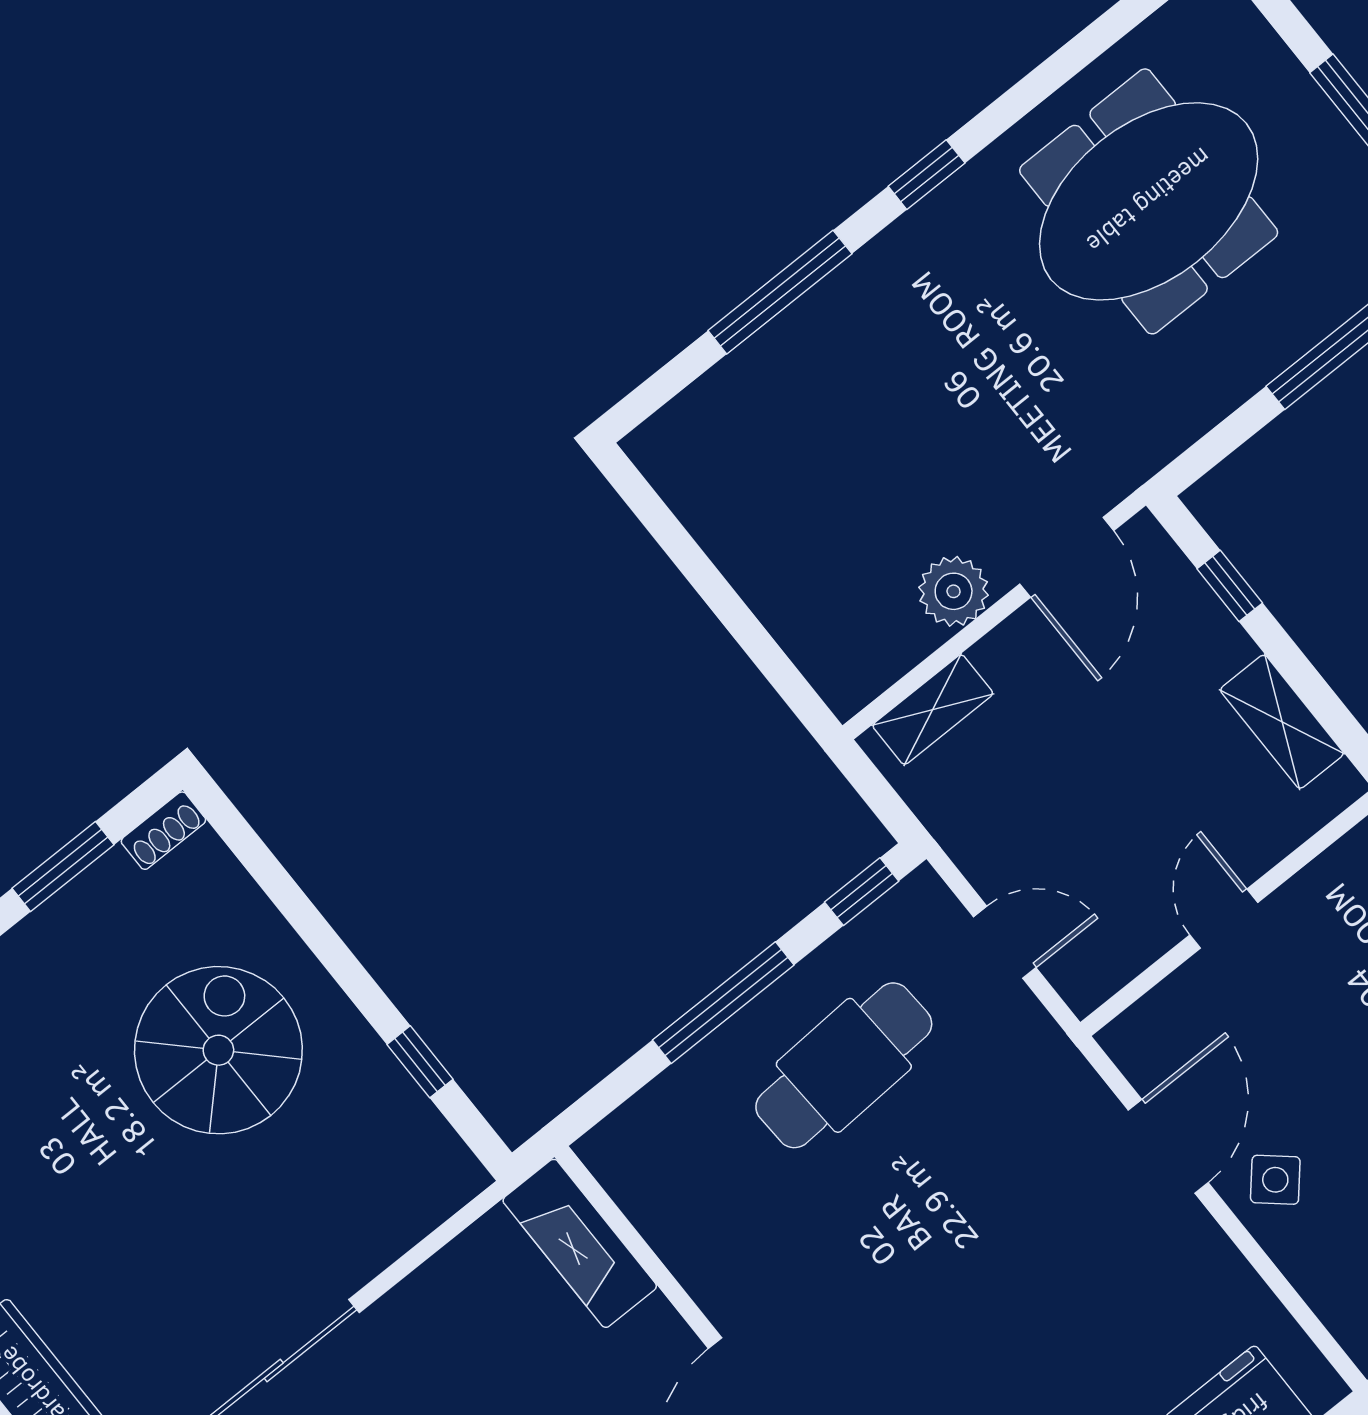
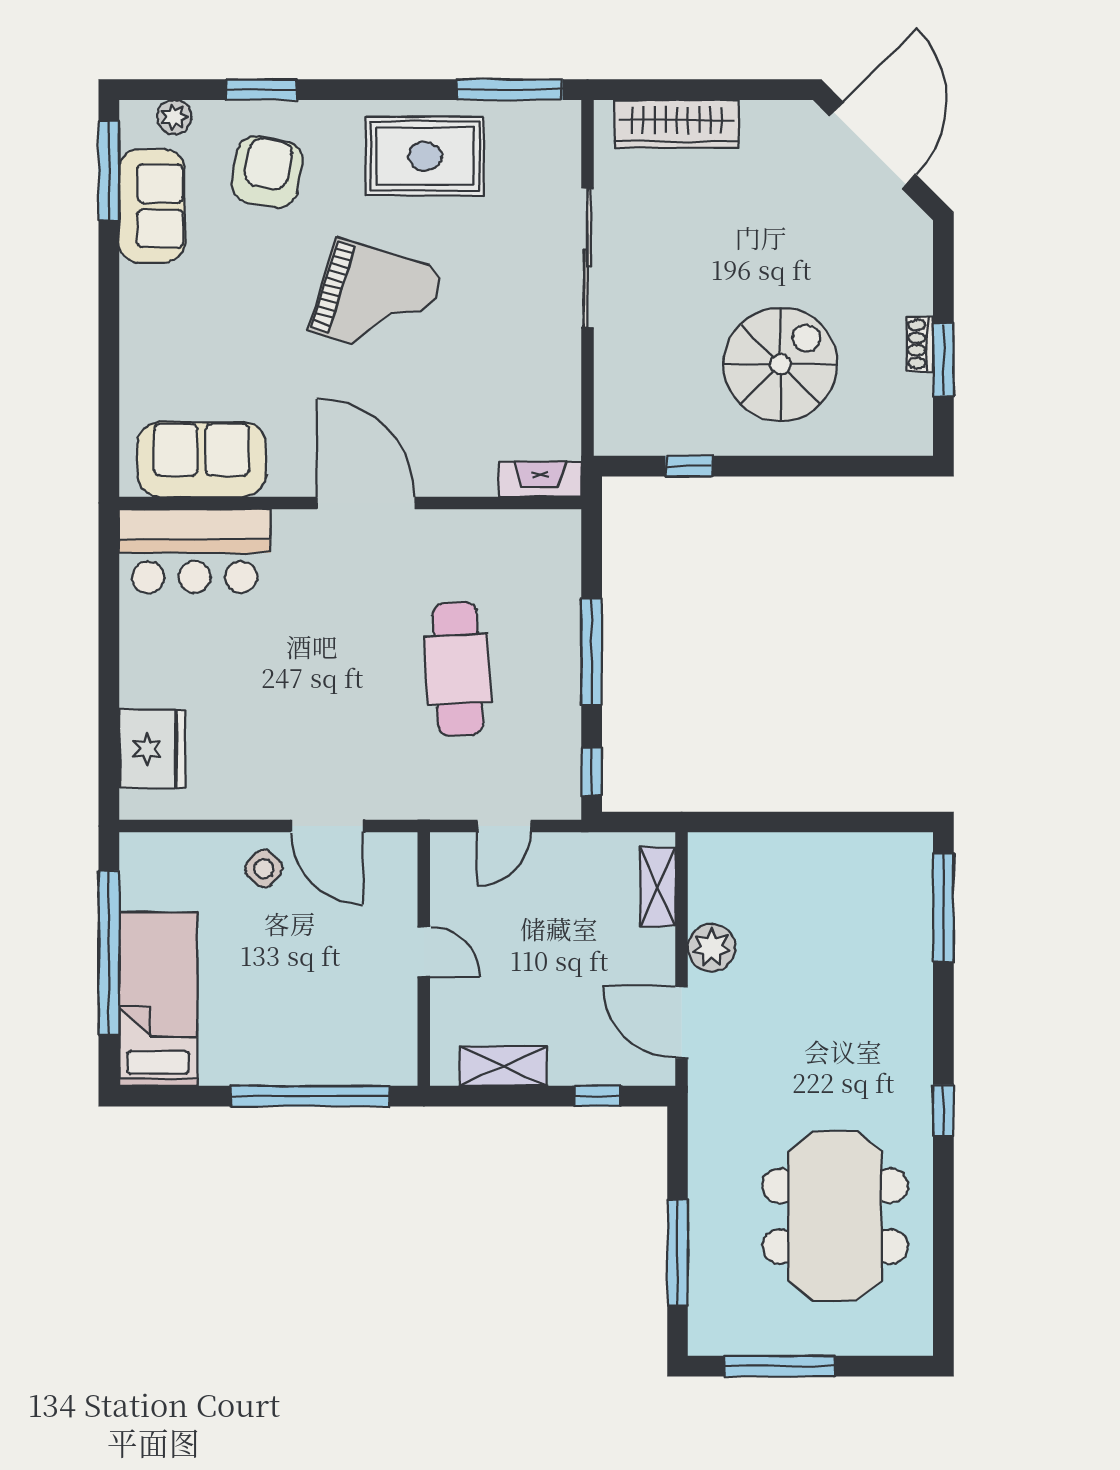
window: (780, 292) -> (943, 908), moved
shoe rack: (163, 831) -> (920, 344), moved
spiral stairs: (218, 1050) -> (780, 364), turned -90
cafe table: (844, 1065) -> (458, 669), moved
fireplace: (580, 1243) -> (540, 479), width x0.73, depth x0.76

